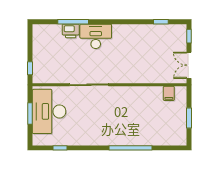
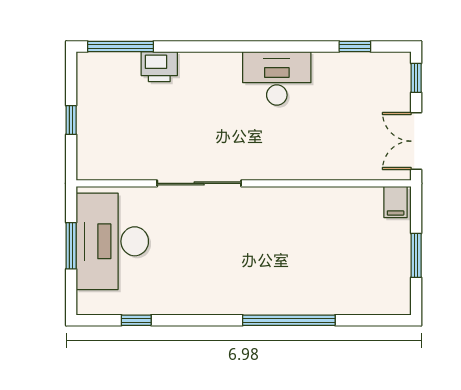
window: (73, 22) -> (121, 47), moved
desk: (96, 36) -> (277, 78), moved
window: (30, 68) -> (71, 120), moved
filing cabinet: (169, 93) -> (396, 202), moved

